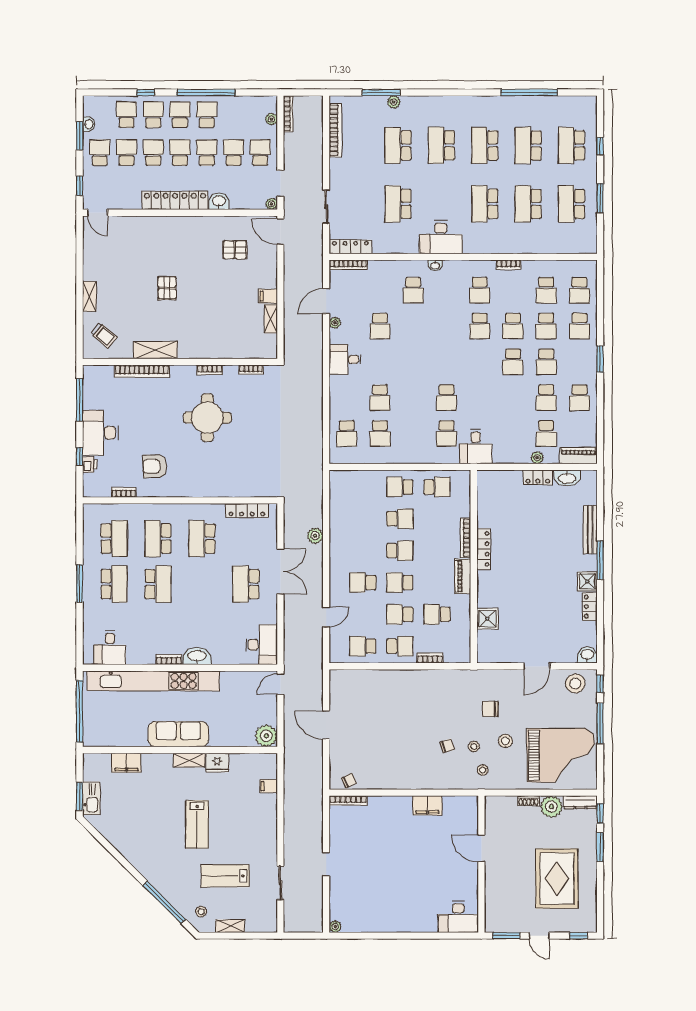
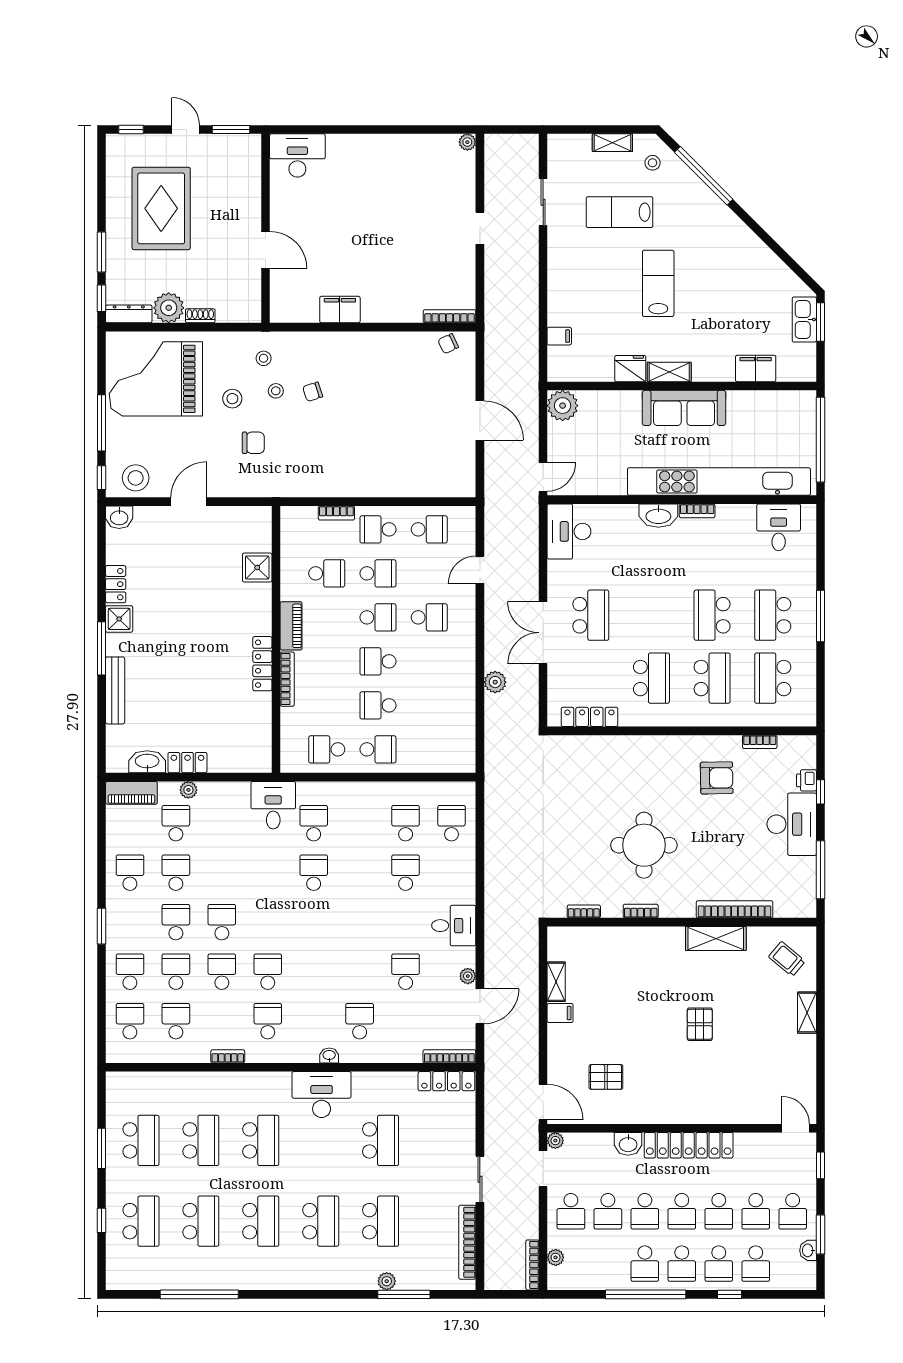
sliding door: (326, 207) -> (480, 1179), moved
lab bench: (225, 876) -> (619, 212), turned 180

